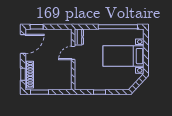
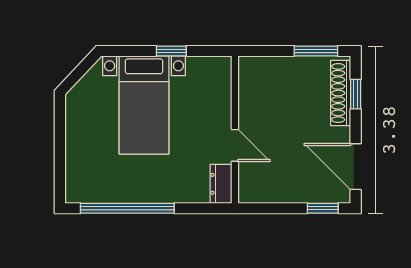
door: (23, 44) -> (356, 167), hinge flipped
door: (73, 53) -> (235, 145), hinge flipped
bed with nightstands: (123, 56) -> (144, 105), moved, turned 90

